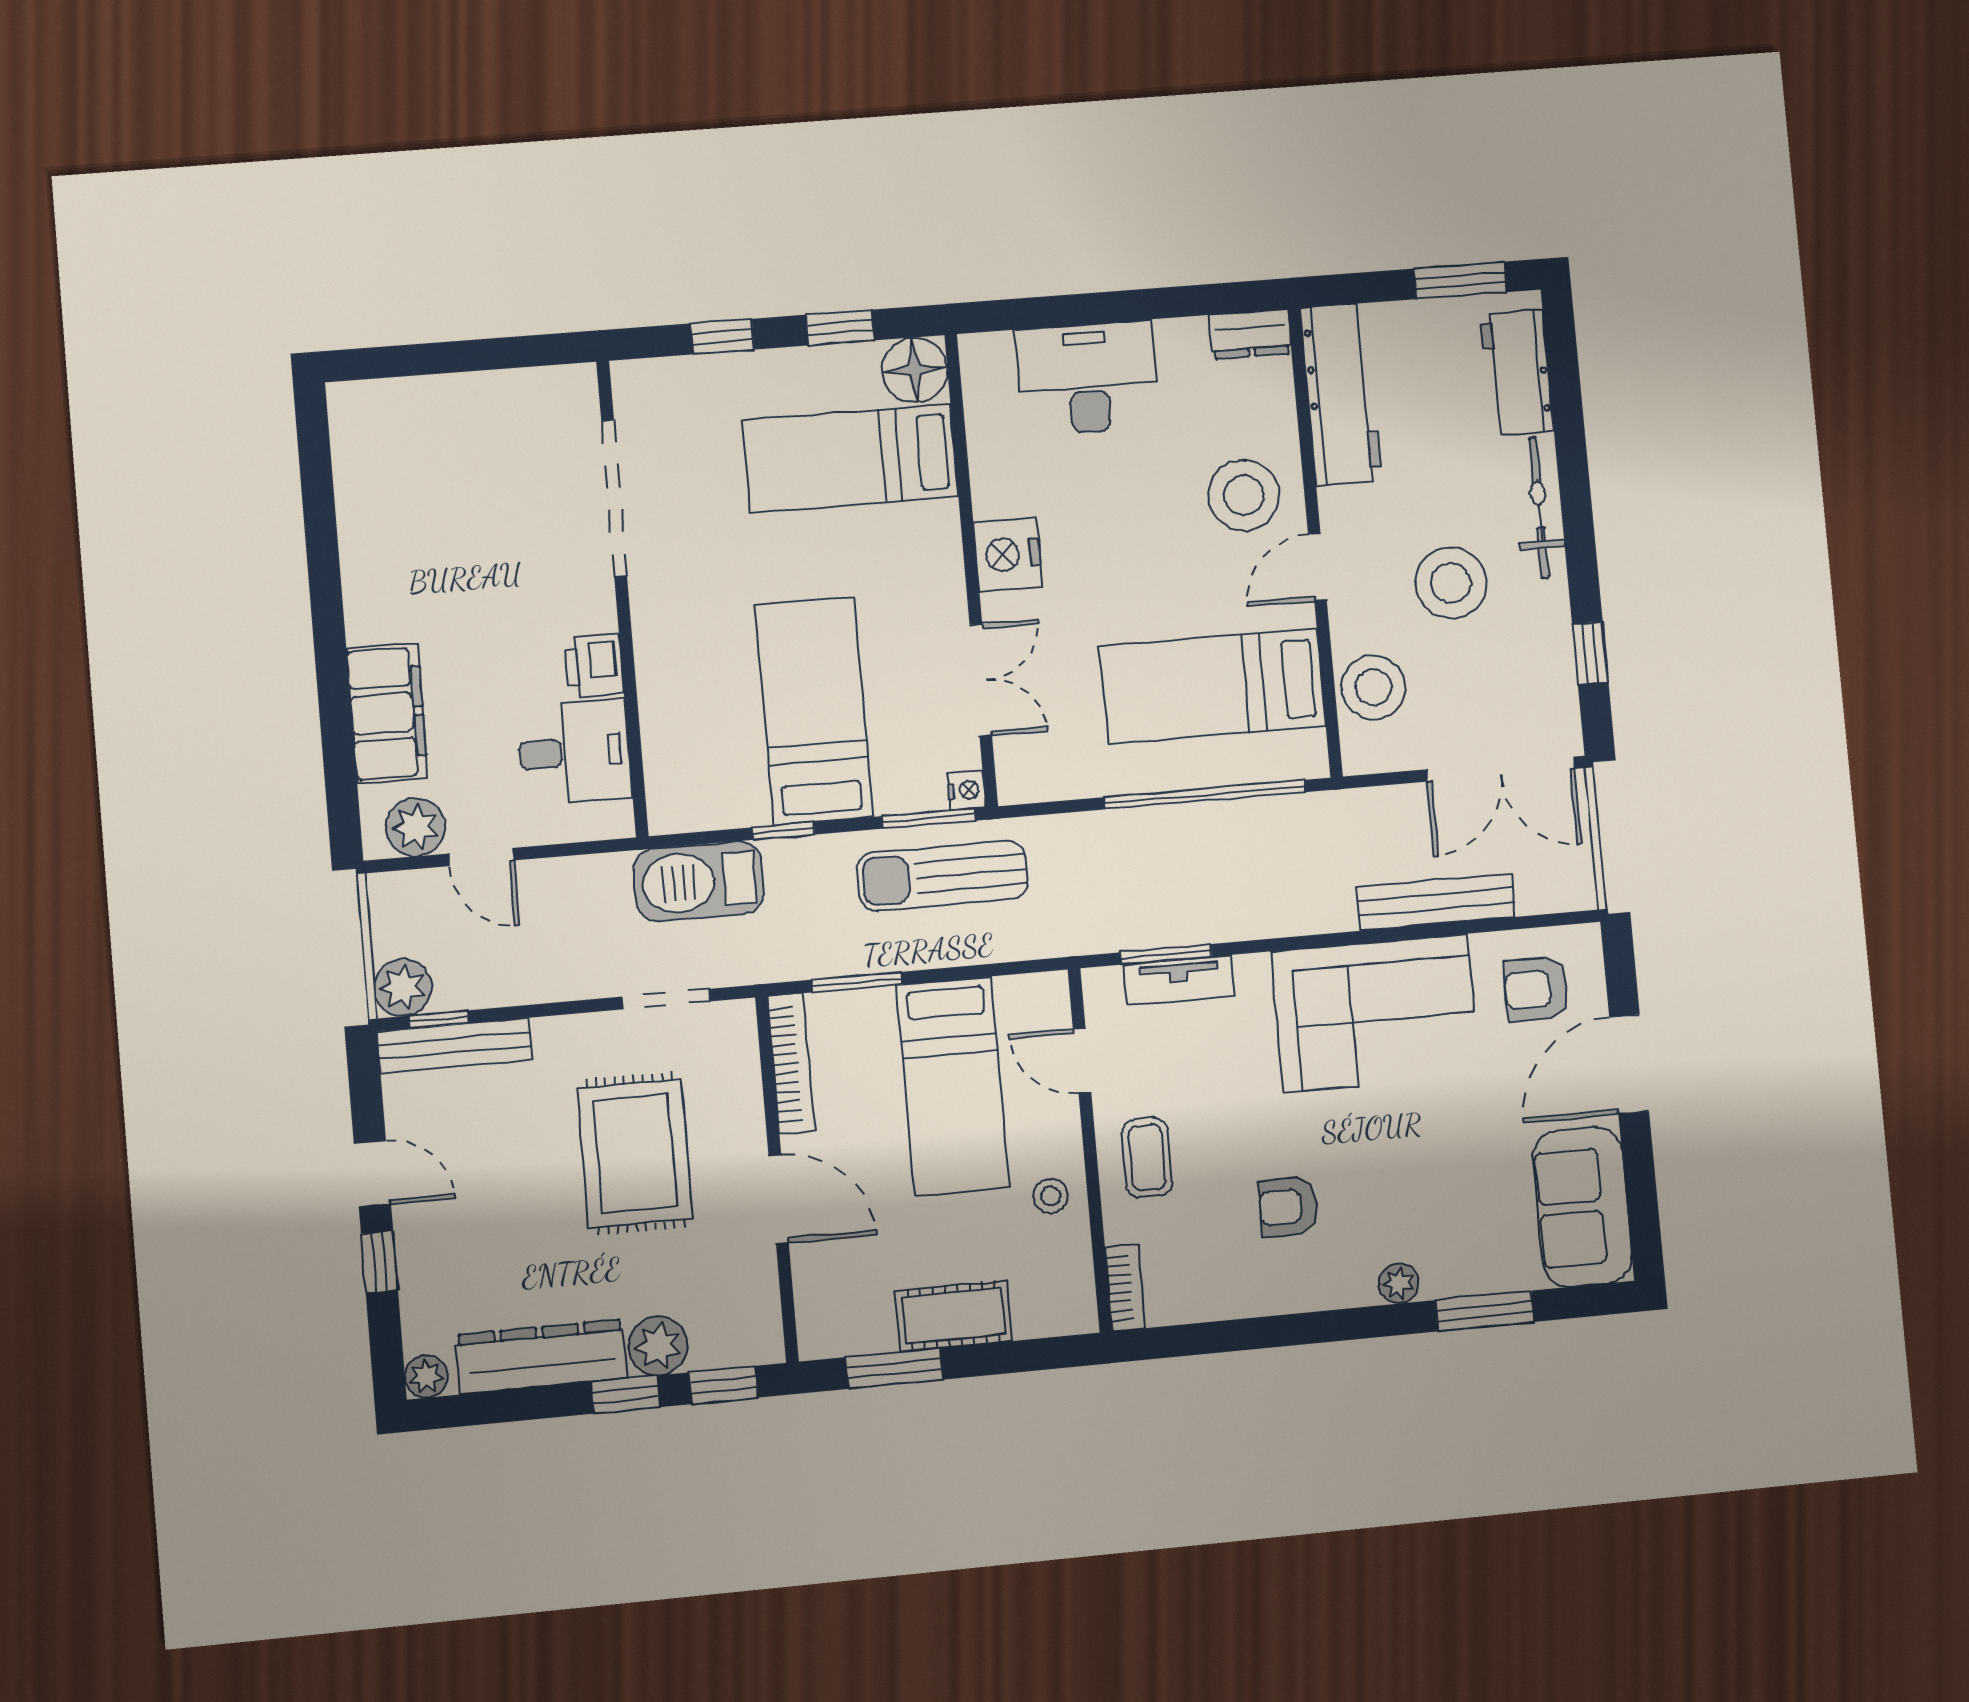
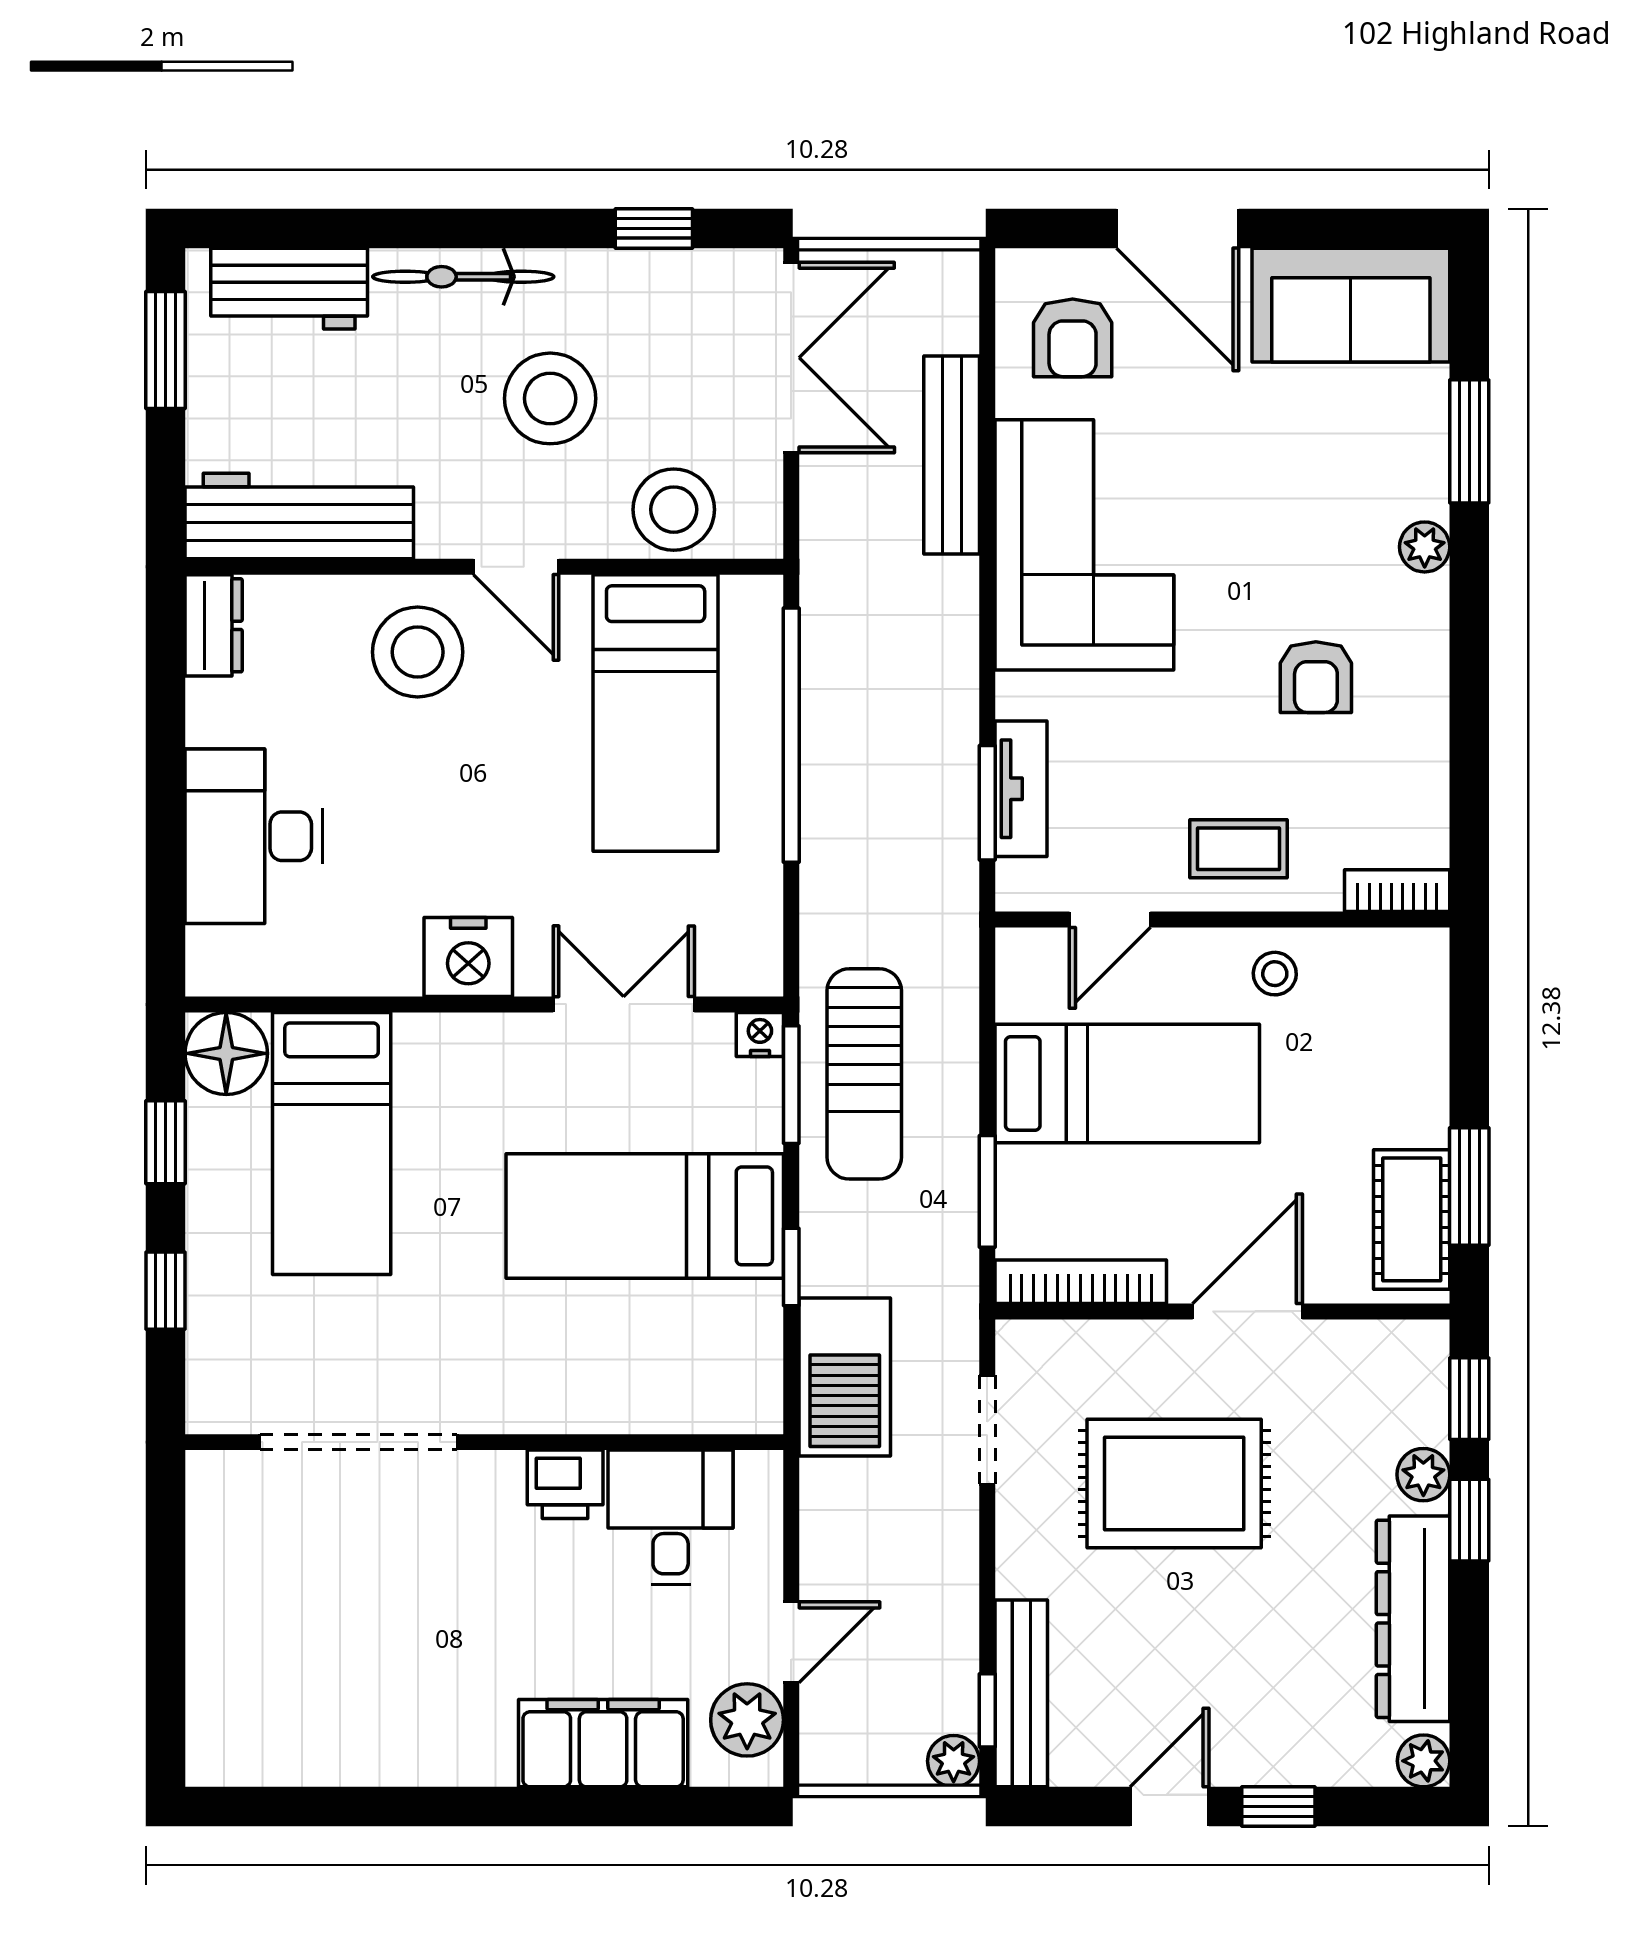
plant: (403, 987) -> (954, 1761), width x0.73, depth x0.73
cot: (954, 1316) -> (1412, 1219), moved
plant: (658, 1346) -> (1423, 1475), width x0.73, depth x0.73

